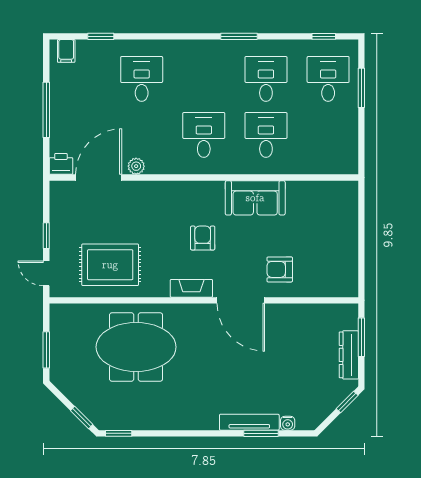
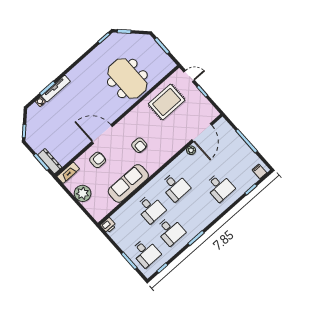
printer: (61, 164) -> (108, 225), moved
sofa: (255, 198) -> (128, 183), width x1.36
plant: (343, 241) -> (83, 193), added
fireplace: (191, 288) -> (68, 173), moved
meeting table: (136, 347) -> (127, 78), turned 90
dresser: (349, 355) -> (50, 161), moved

